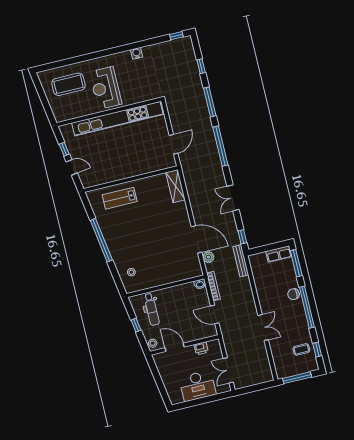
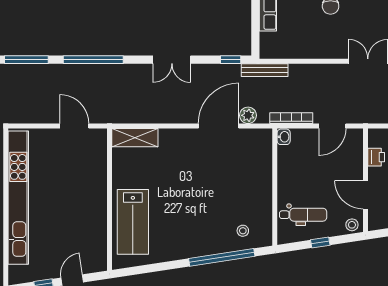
lab bench: (120, 198) -> (133, 222), width x1.36, depth x1.39
window: (101, 240) -> (222, 257), moved
door: (175, 347) -> (366, 195), hinge flipped

